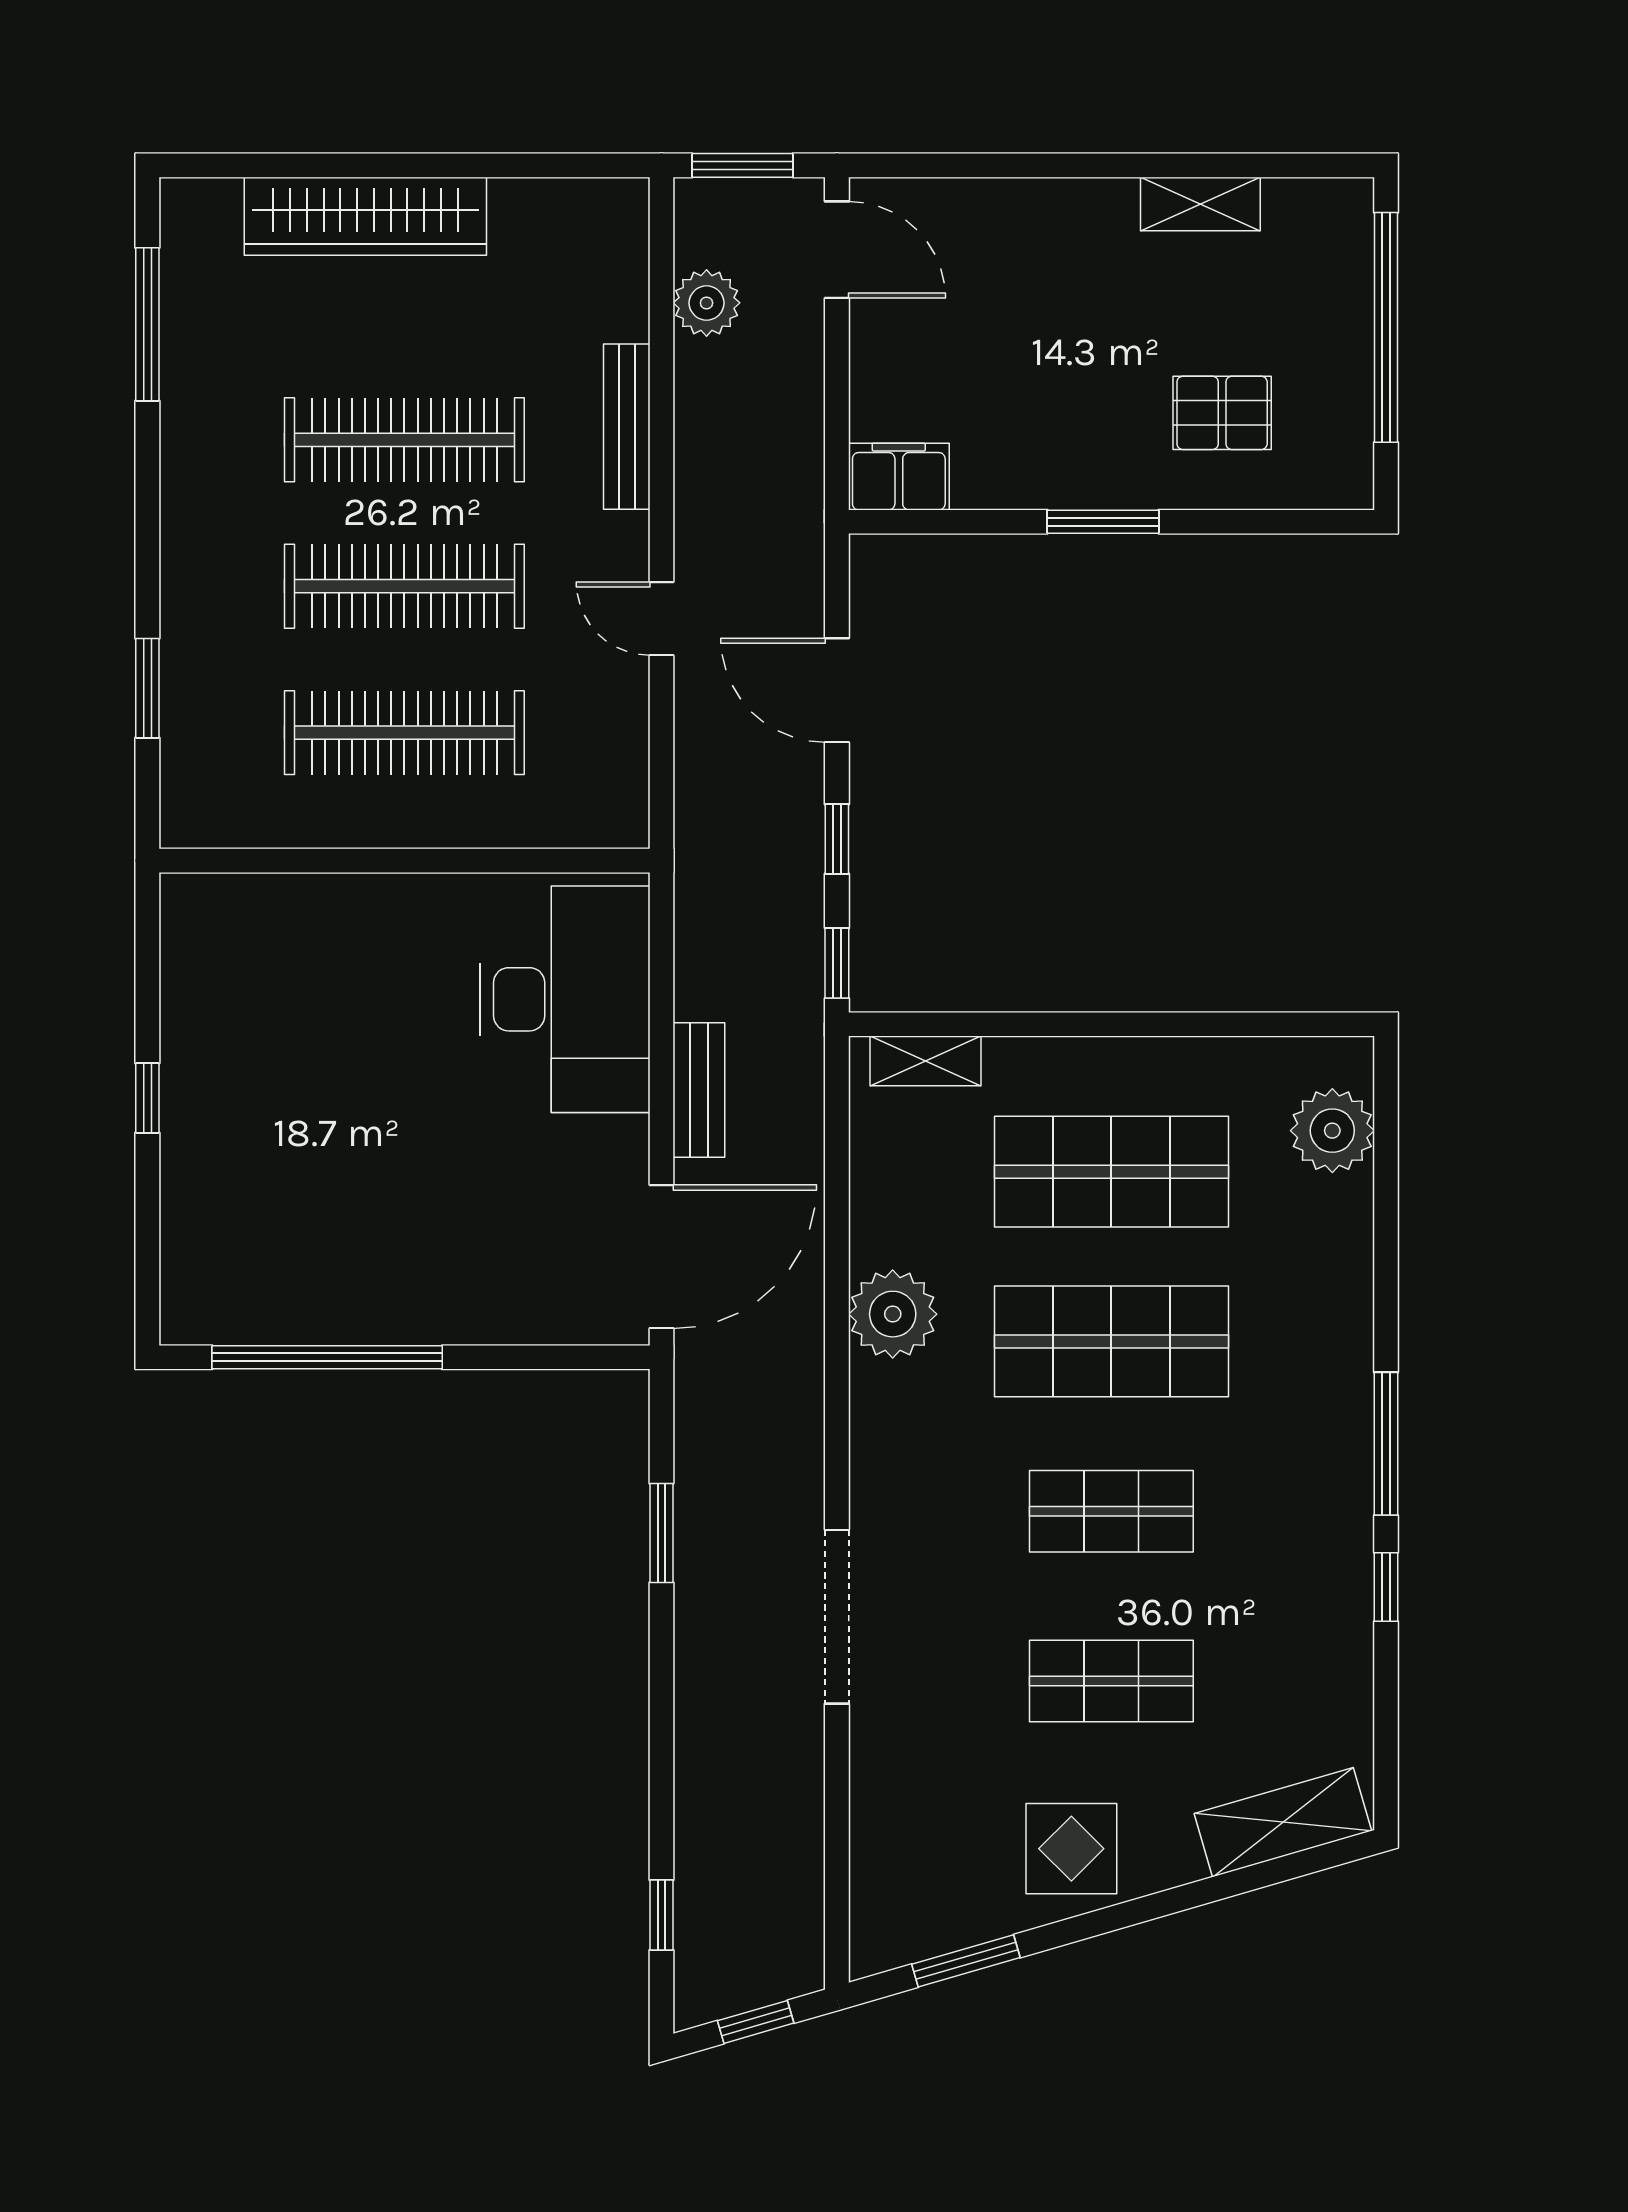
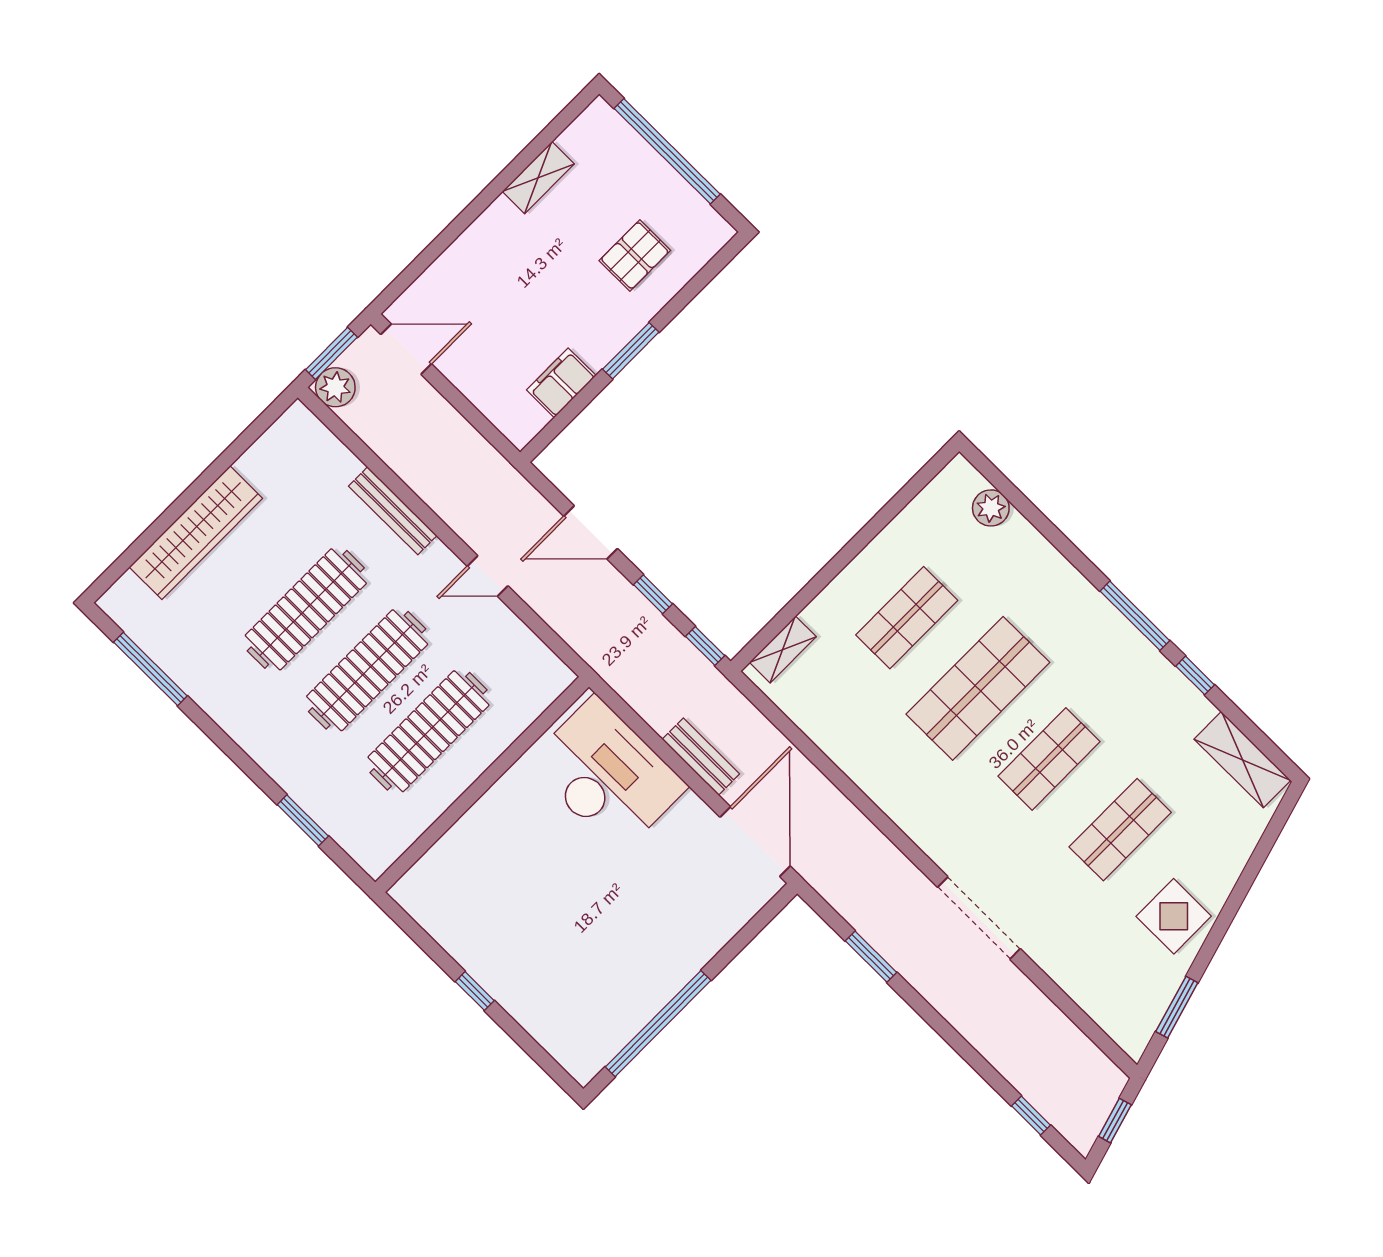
plant: (707, 303) -> (335, 387), moved
filing cabinet: (899, 477) -> (561, 383), moved
plant: (1332, 1131) -> (991, 508), width x0.73, depth x0.73
shop shelf: (1111, 1172) -> (907, 618), width x0.70, depth x0.74
plant: (893, 1314) -> (875, 769), removed
shelving: (1283, 1822) -> (1242, 760), moved, turned -74

